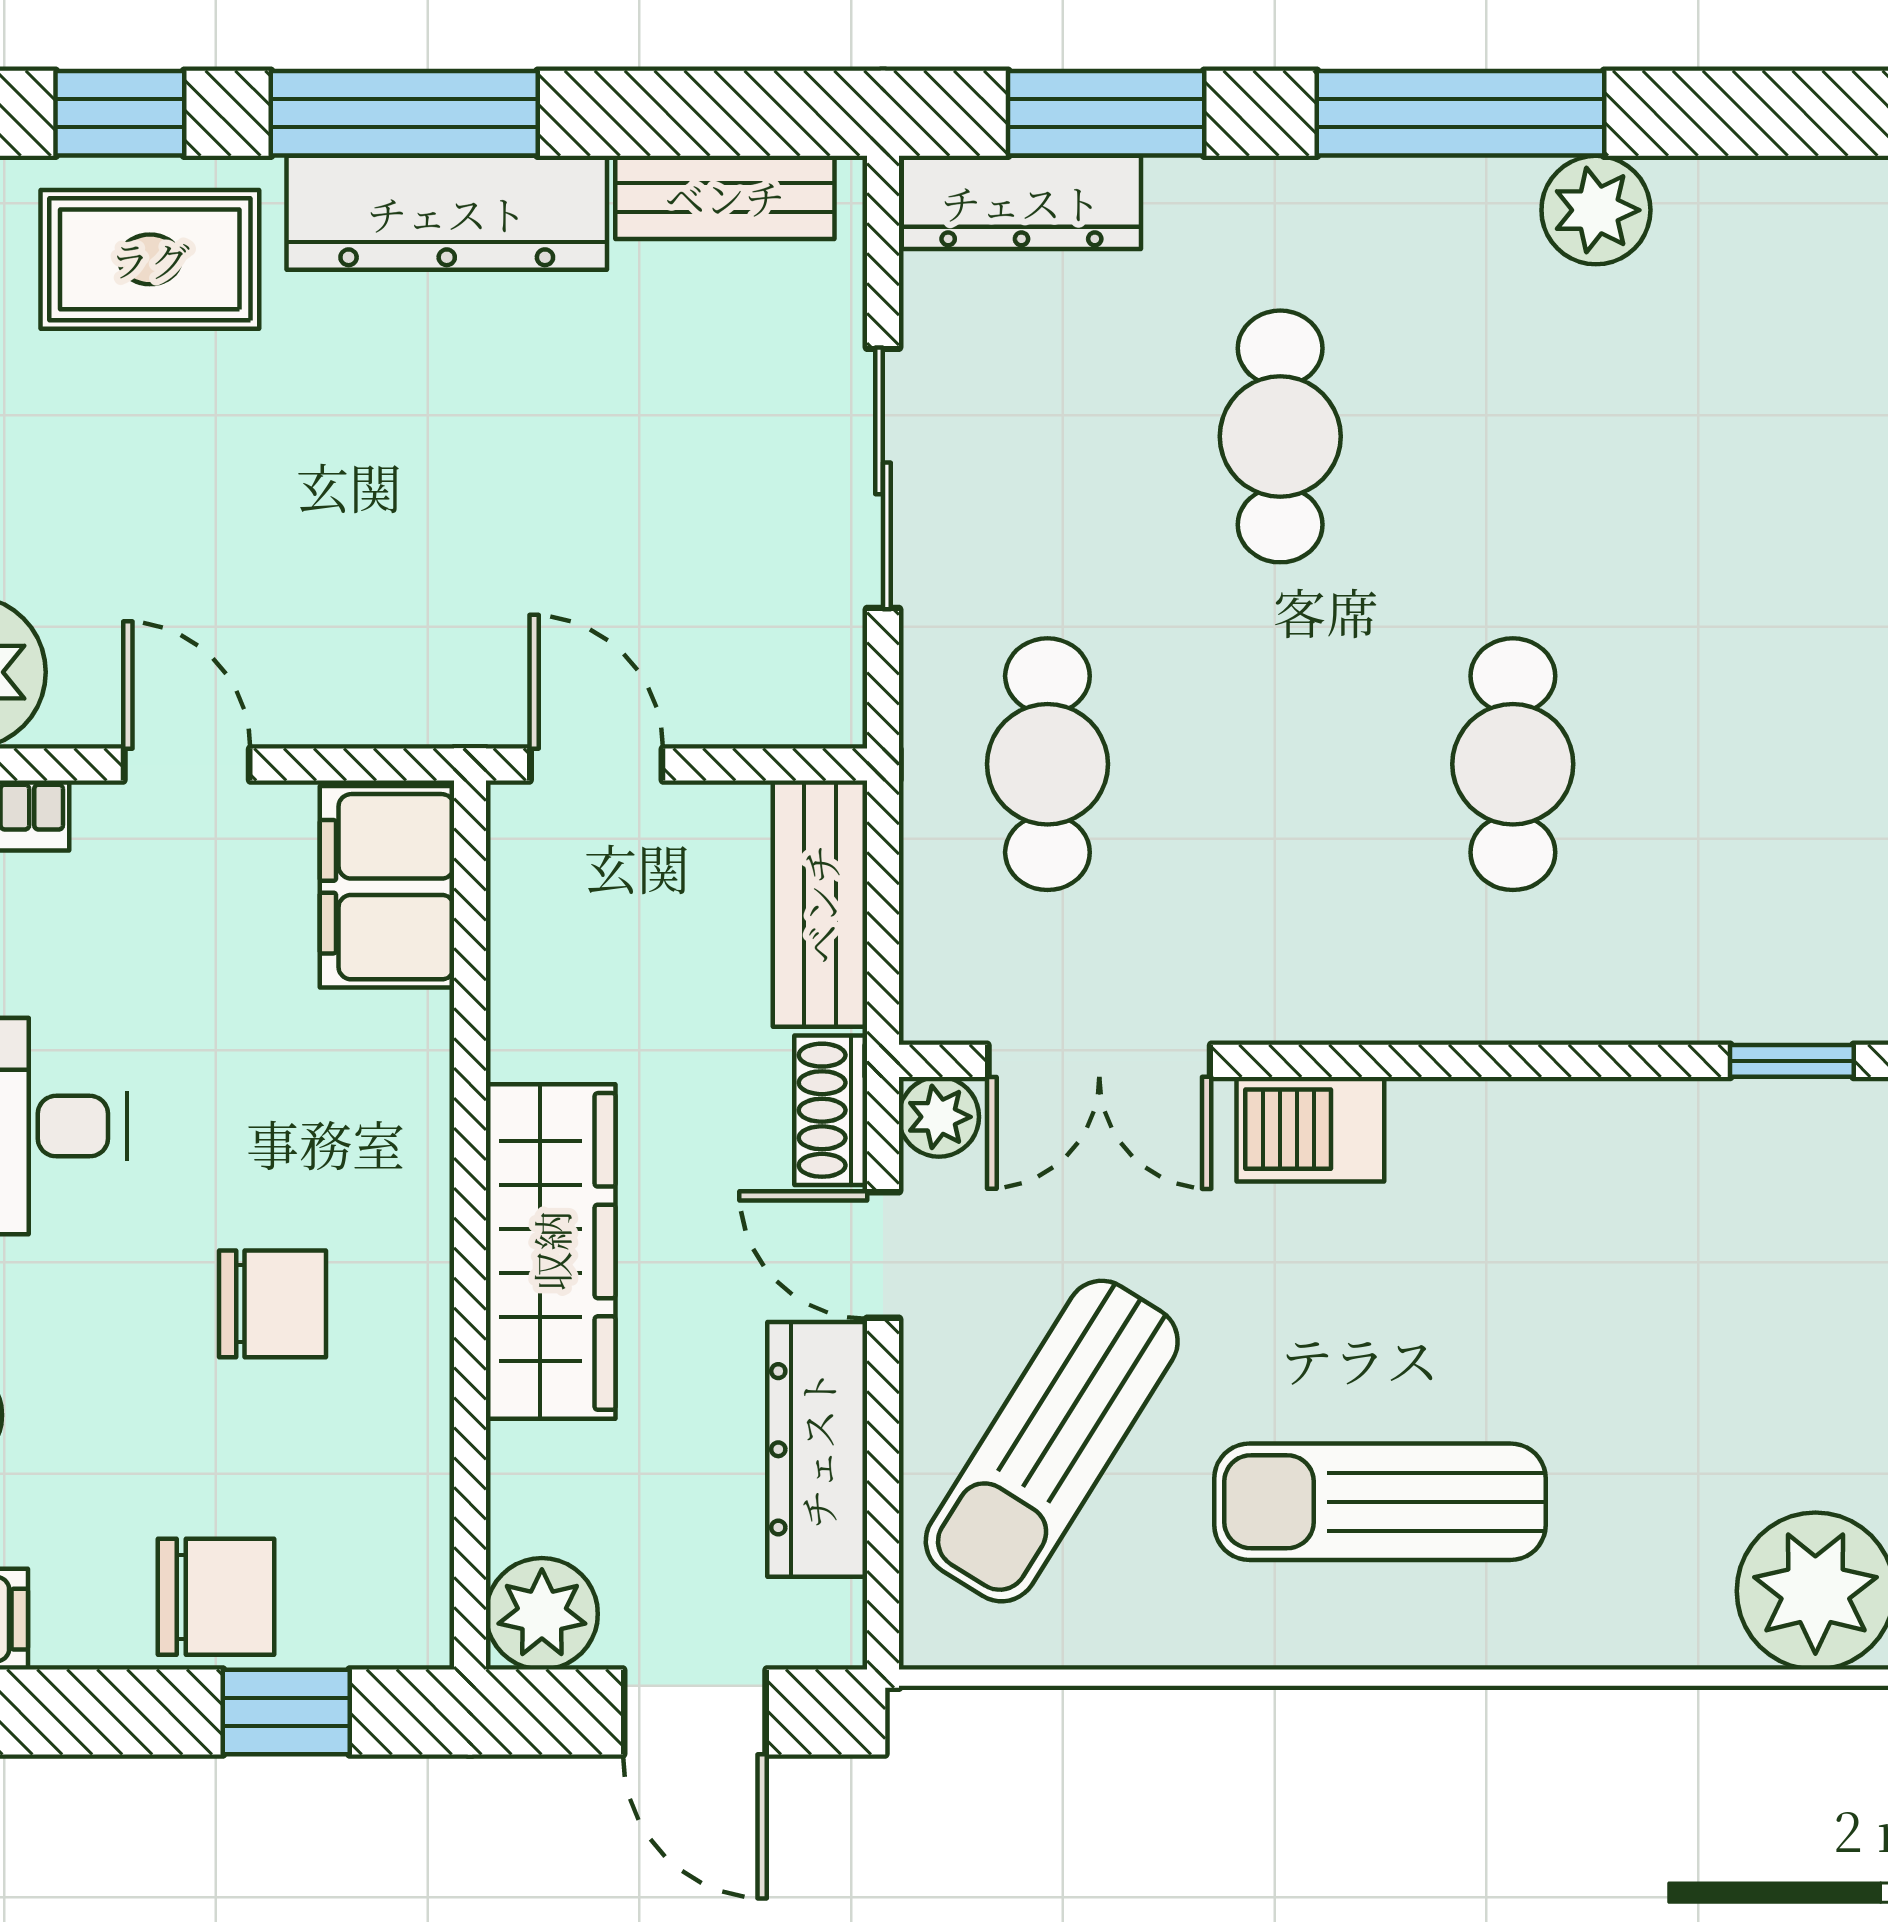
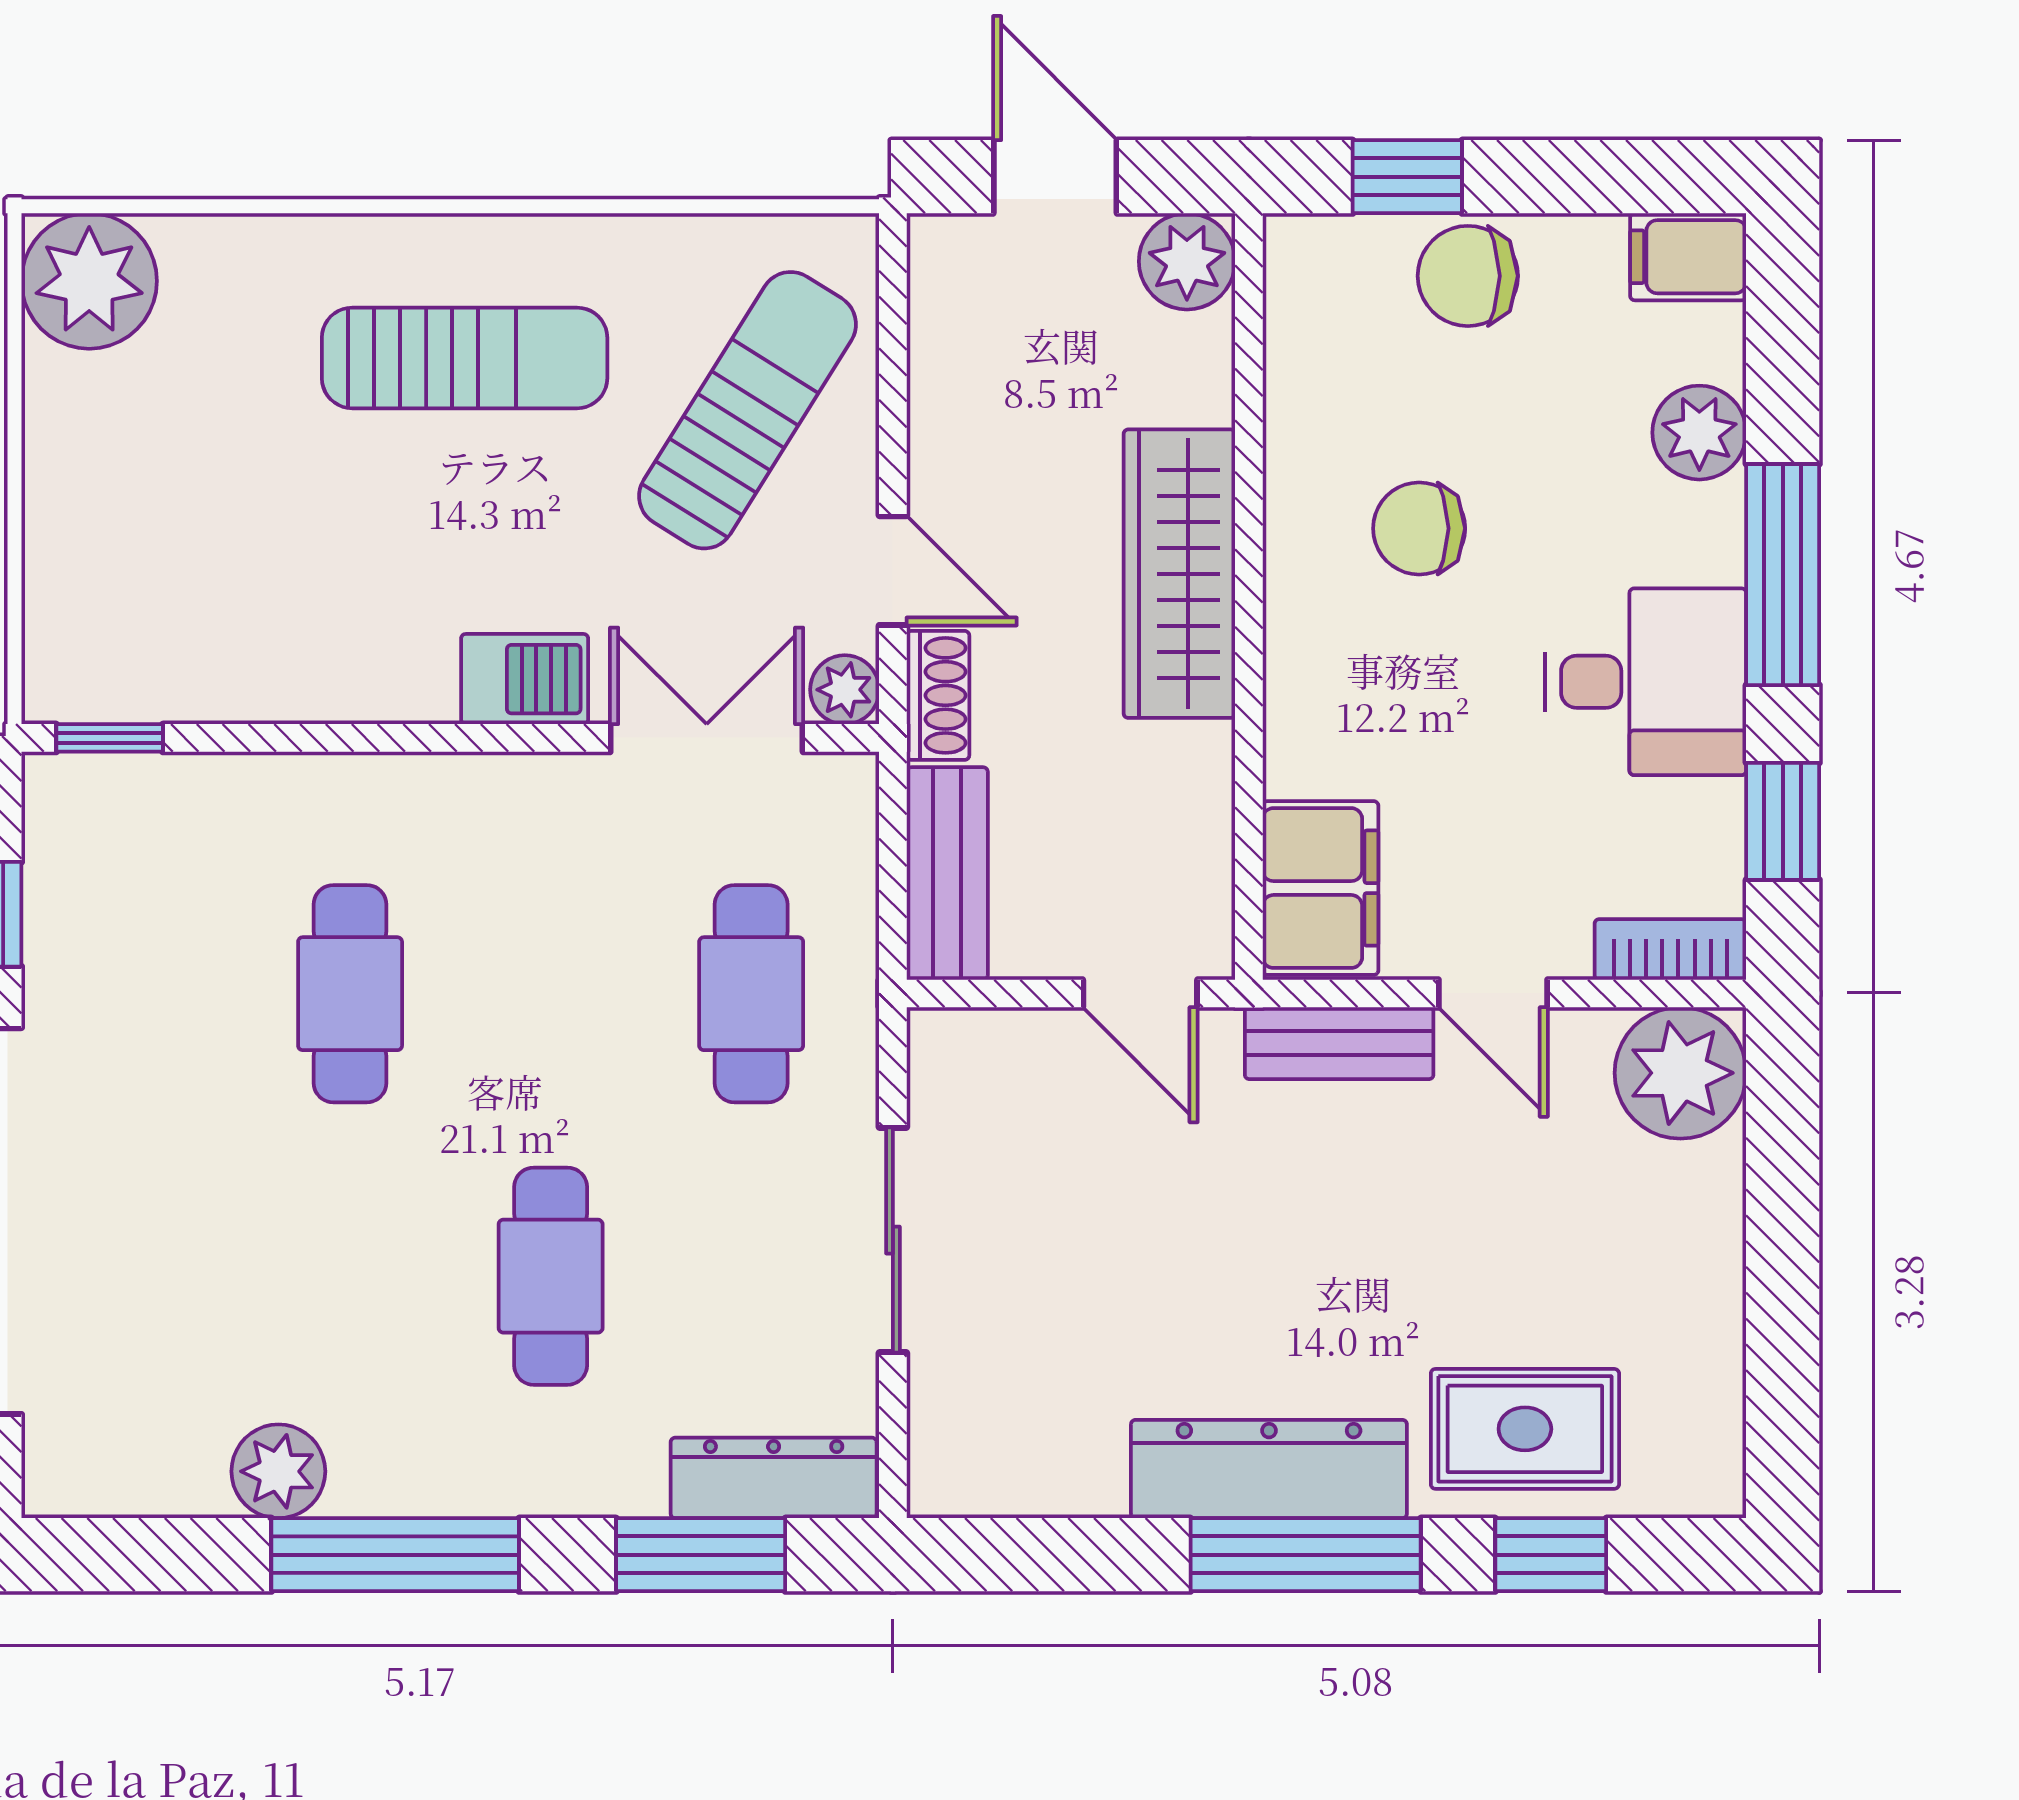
bench: (725, 197) -> (1339, 1043), moved
dresser: (817, 1449) -> (950, 403), removed

